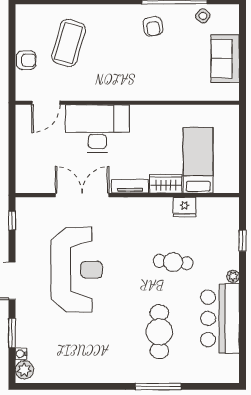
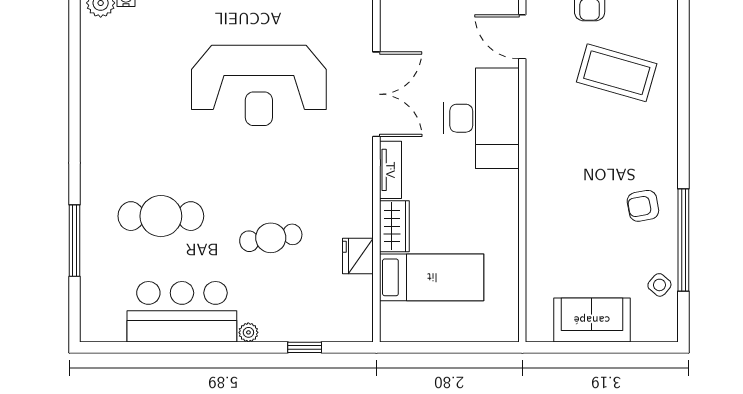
cafe table: (173, 262) -> (271, 238), turned 76
window: (158, 386) -> (75, 241), moved

